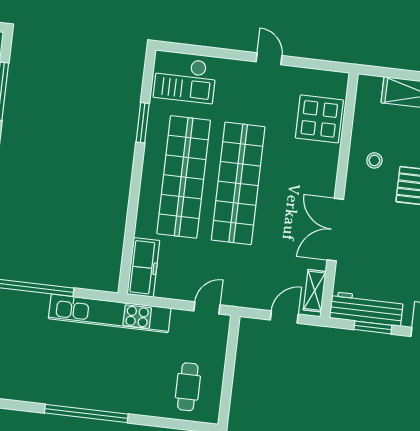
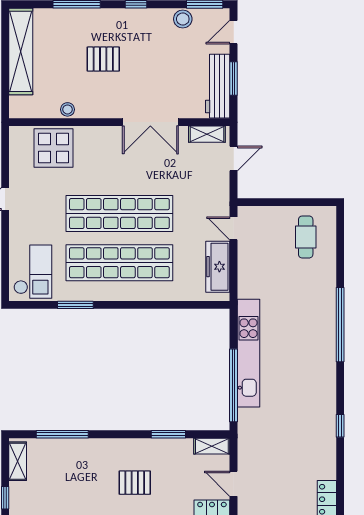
stool: (374, 160) -> (67, 109), moved
freezer: (143, 267) -> (218, 267), moved, turned -90
kitchen unit: (110, 313) -> (249, 353), moved
door: (284, 317) -> (234, 158), swing flipped
cafe table: (188, 387) -> (306, 237), turned 90

